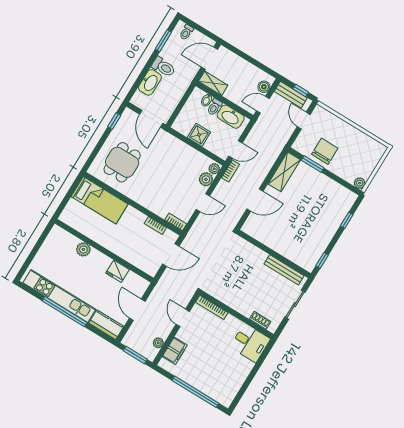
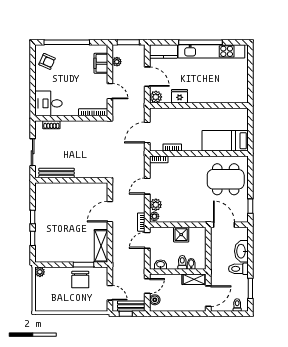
washbasin: (231, 117) -> (161, 265), width x0.52, depth x0.69
dining table: (122, 162) -> (226, 179), width x1.37
plant: (83, 249) -> (156, 97), moved
window: (322, 260) -> (33, 217), moved
armchair: (226, 385) -> (47, 61), added

